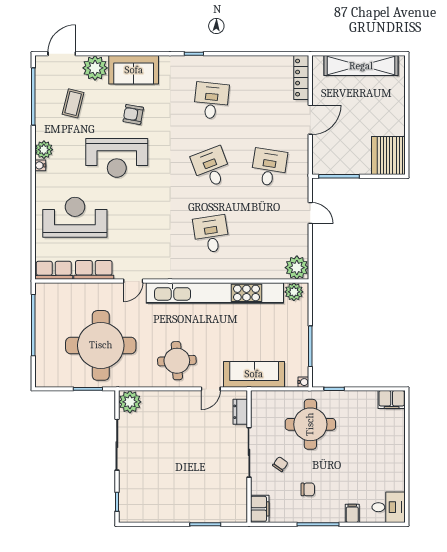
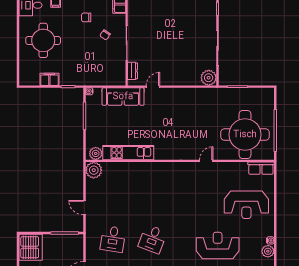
desk: (211, 167) -> (153, 239), turned 42
desk: (211, 234) -> (153, 193), removed
row of seats: (94, 270) -> (233, 169), removed
kitchen unit: (215, 293) -> (128, 153), width x0.54
round table: (101, 345) -> (245, 135), moved
round table: (177, 361) -> (176, 106), removed
filing cabinet: (392, 400) -> (49, 79), moved
round table: (310, 424) -> (43, 40), moved

